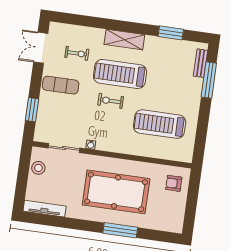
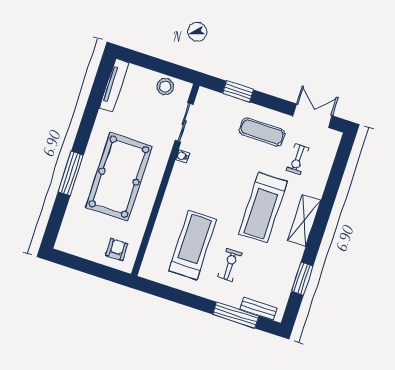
treadmill: (120, 74) -> (263, 207), turned 180
exercise mat: (61, 85) -> (262, 132), turned 90
exercise bike: (111, 101) -> (230, 265), moved

